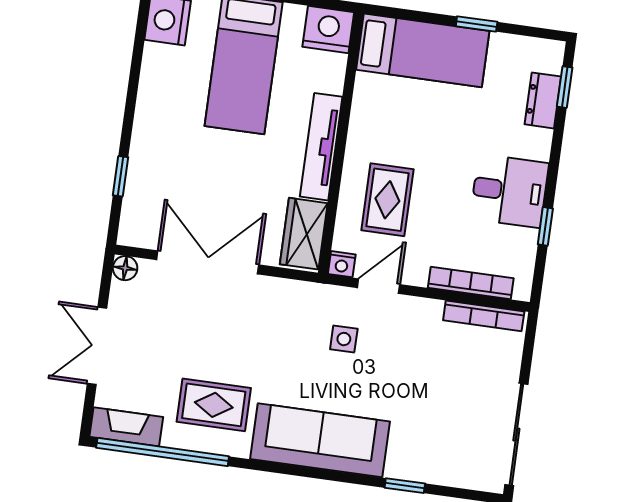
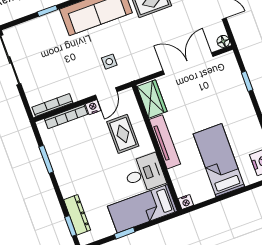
nightstand: (328, 30) -> (186, 202), width x0.53, depth x0.56
dresser: (543, 100) -> (77, 215), width x1.44
desk: (509, 191) -> (144, 174), moved, turned 180
window: (545, 226) -> (46, 159), width x1.50
double door: (208, 262) -> (188, 64), swing flipped
nightstand: (342, 264) -> (93, 107), moved

